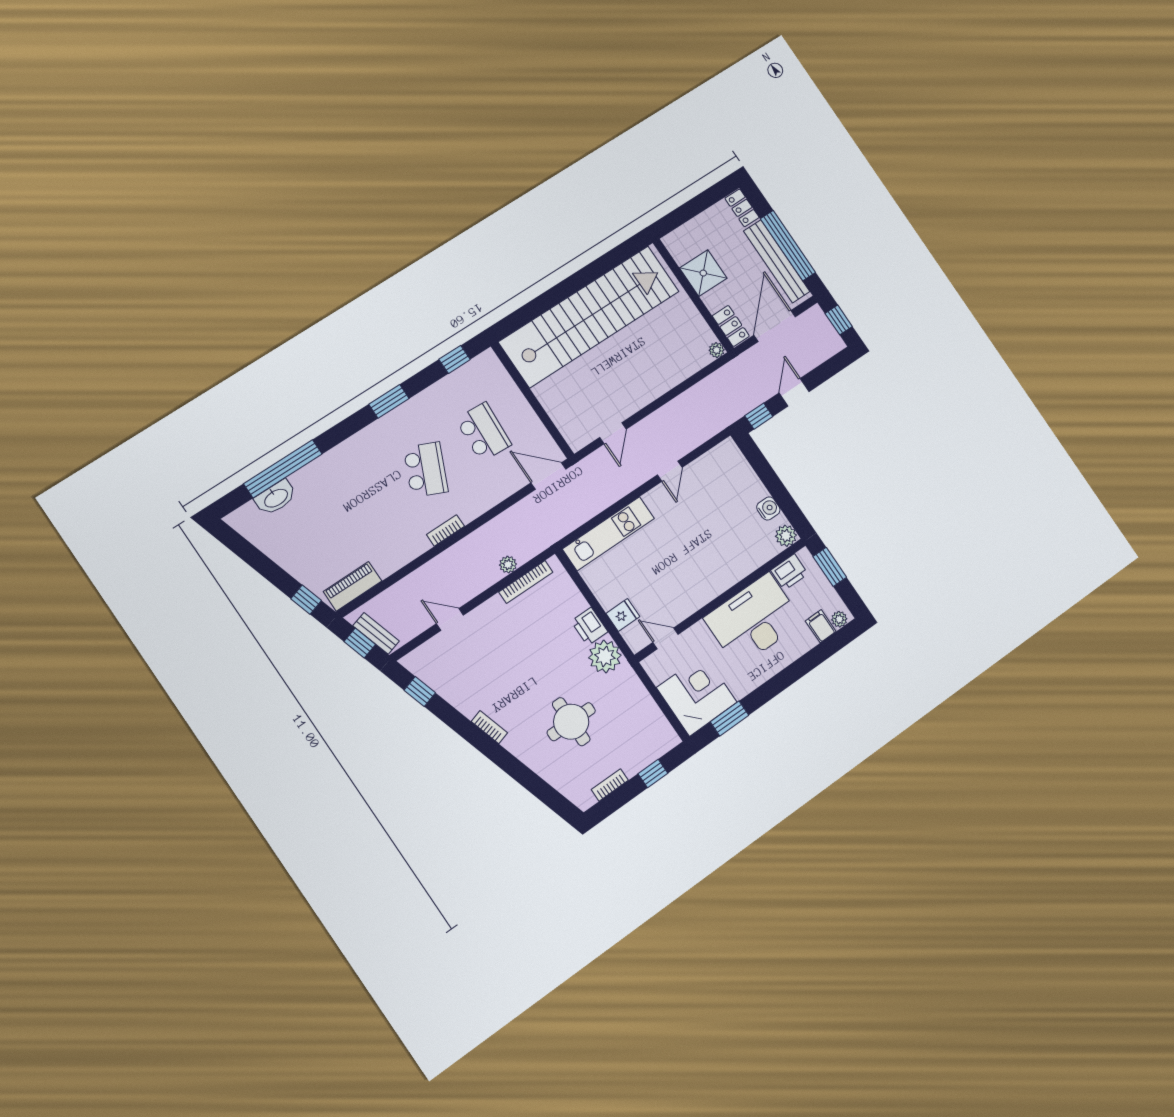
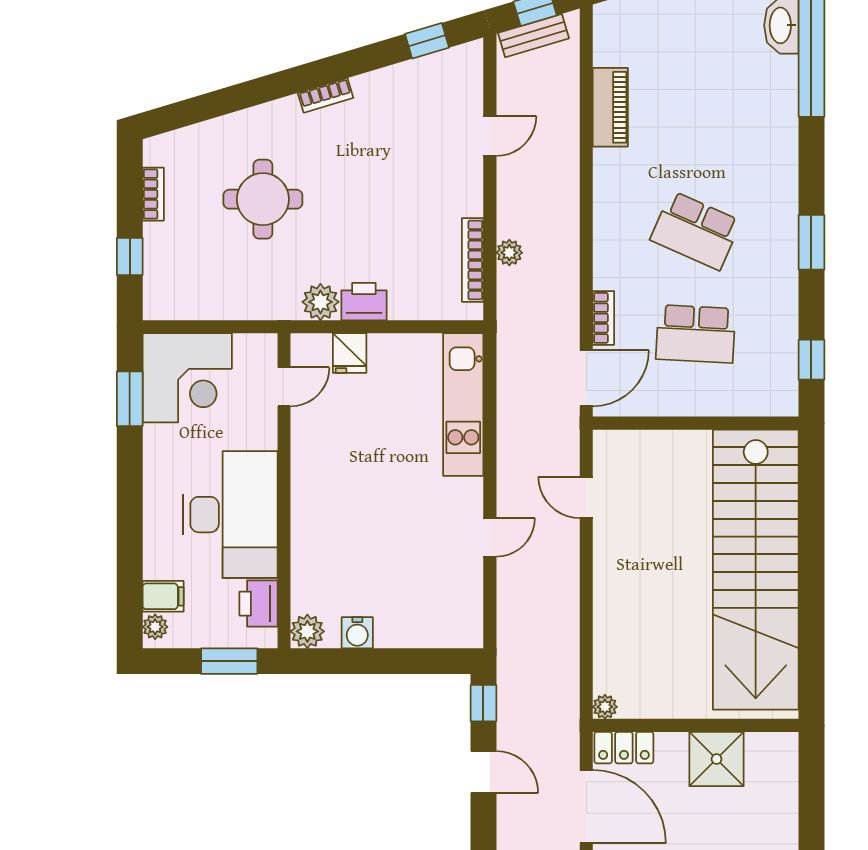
door: (670, 471) -> (490, 537), swing flipped
bookcase: (445, 530) -> (603, 318), moved
piano: (353, 586) -> (610, 107), moved
plant: (605, 656) -> (320, 302), width x0.73, depth x0.73

